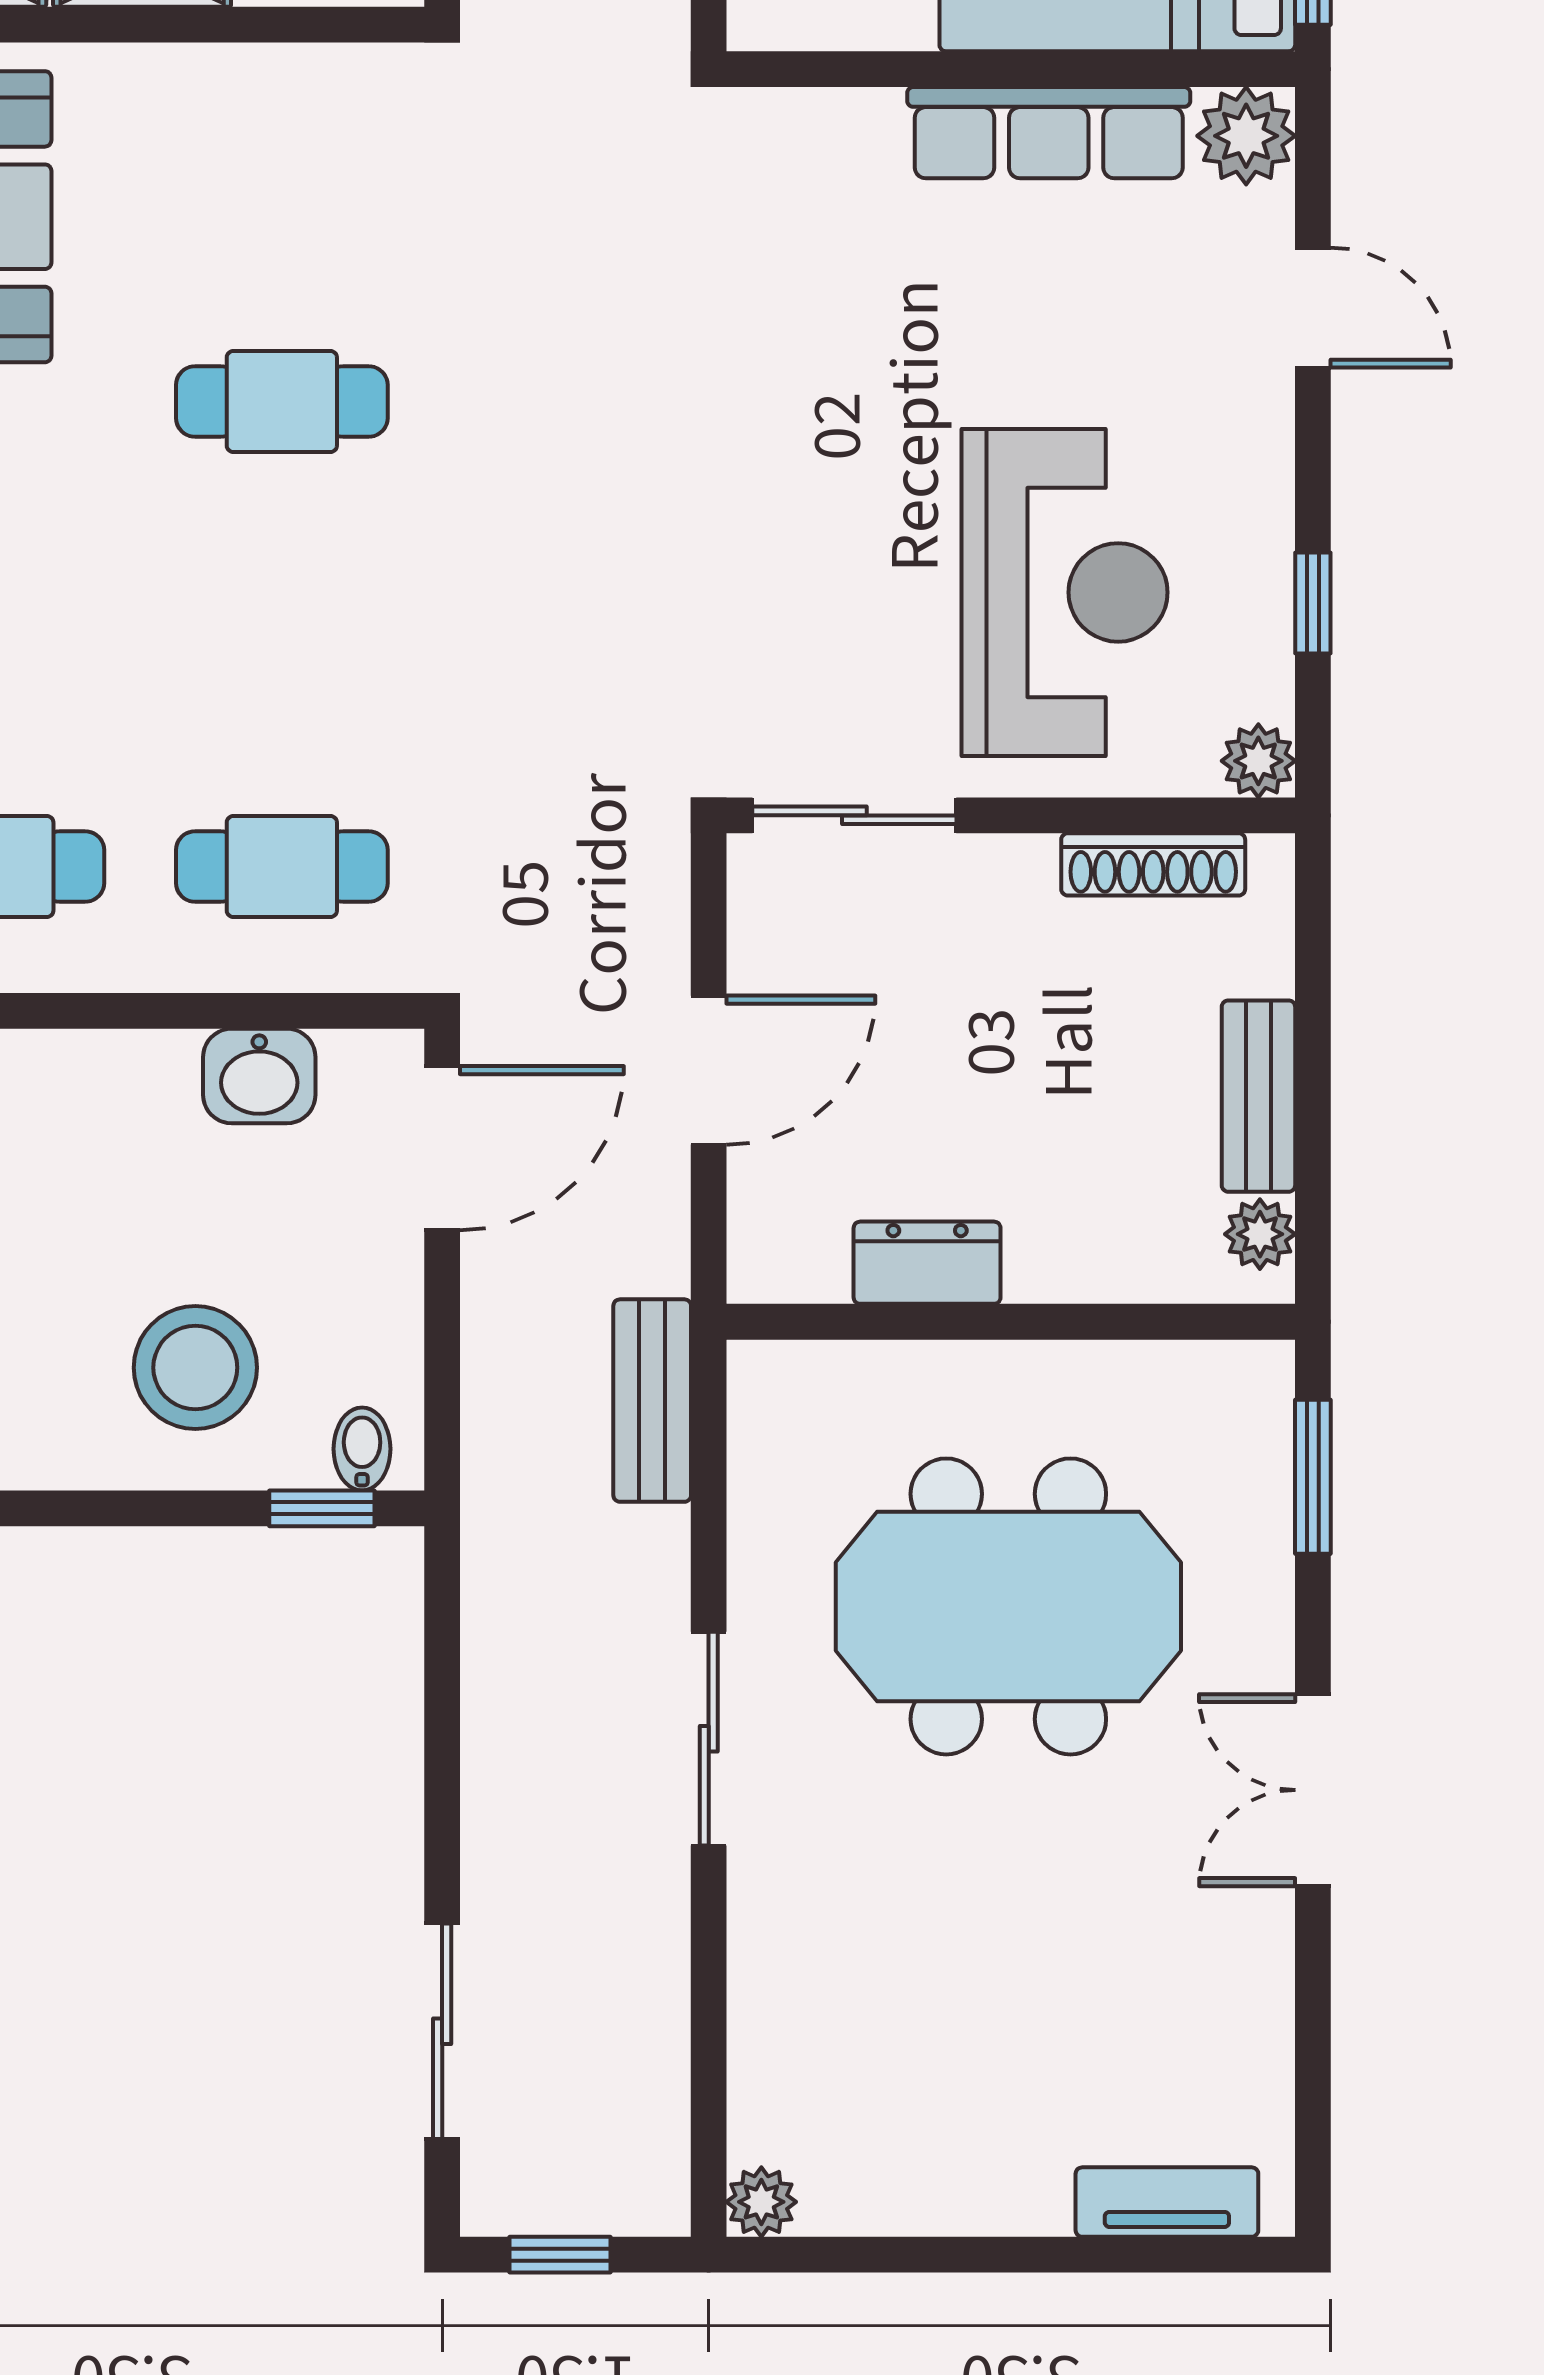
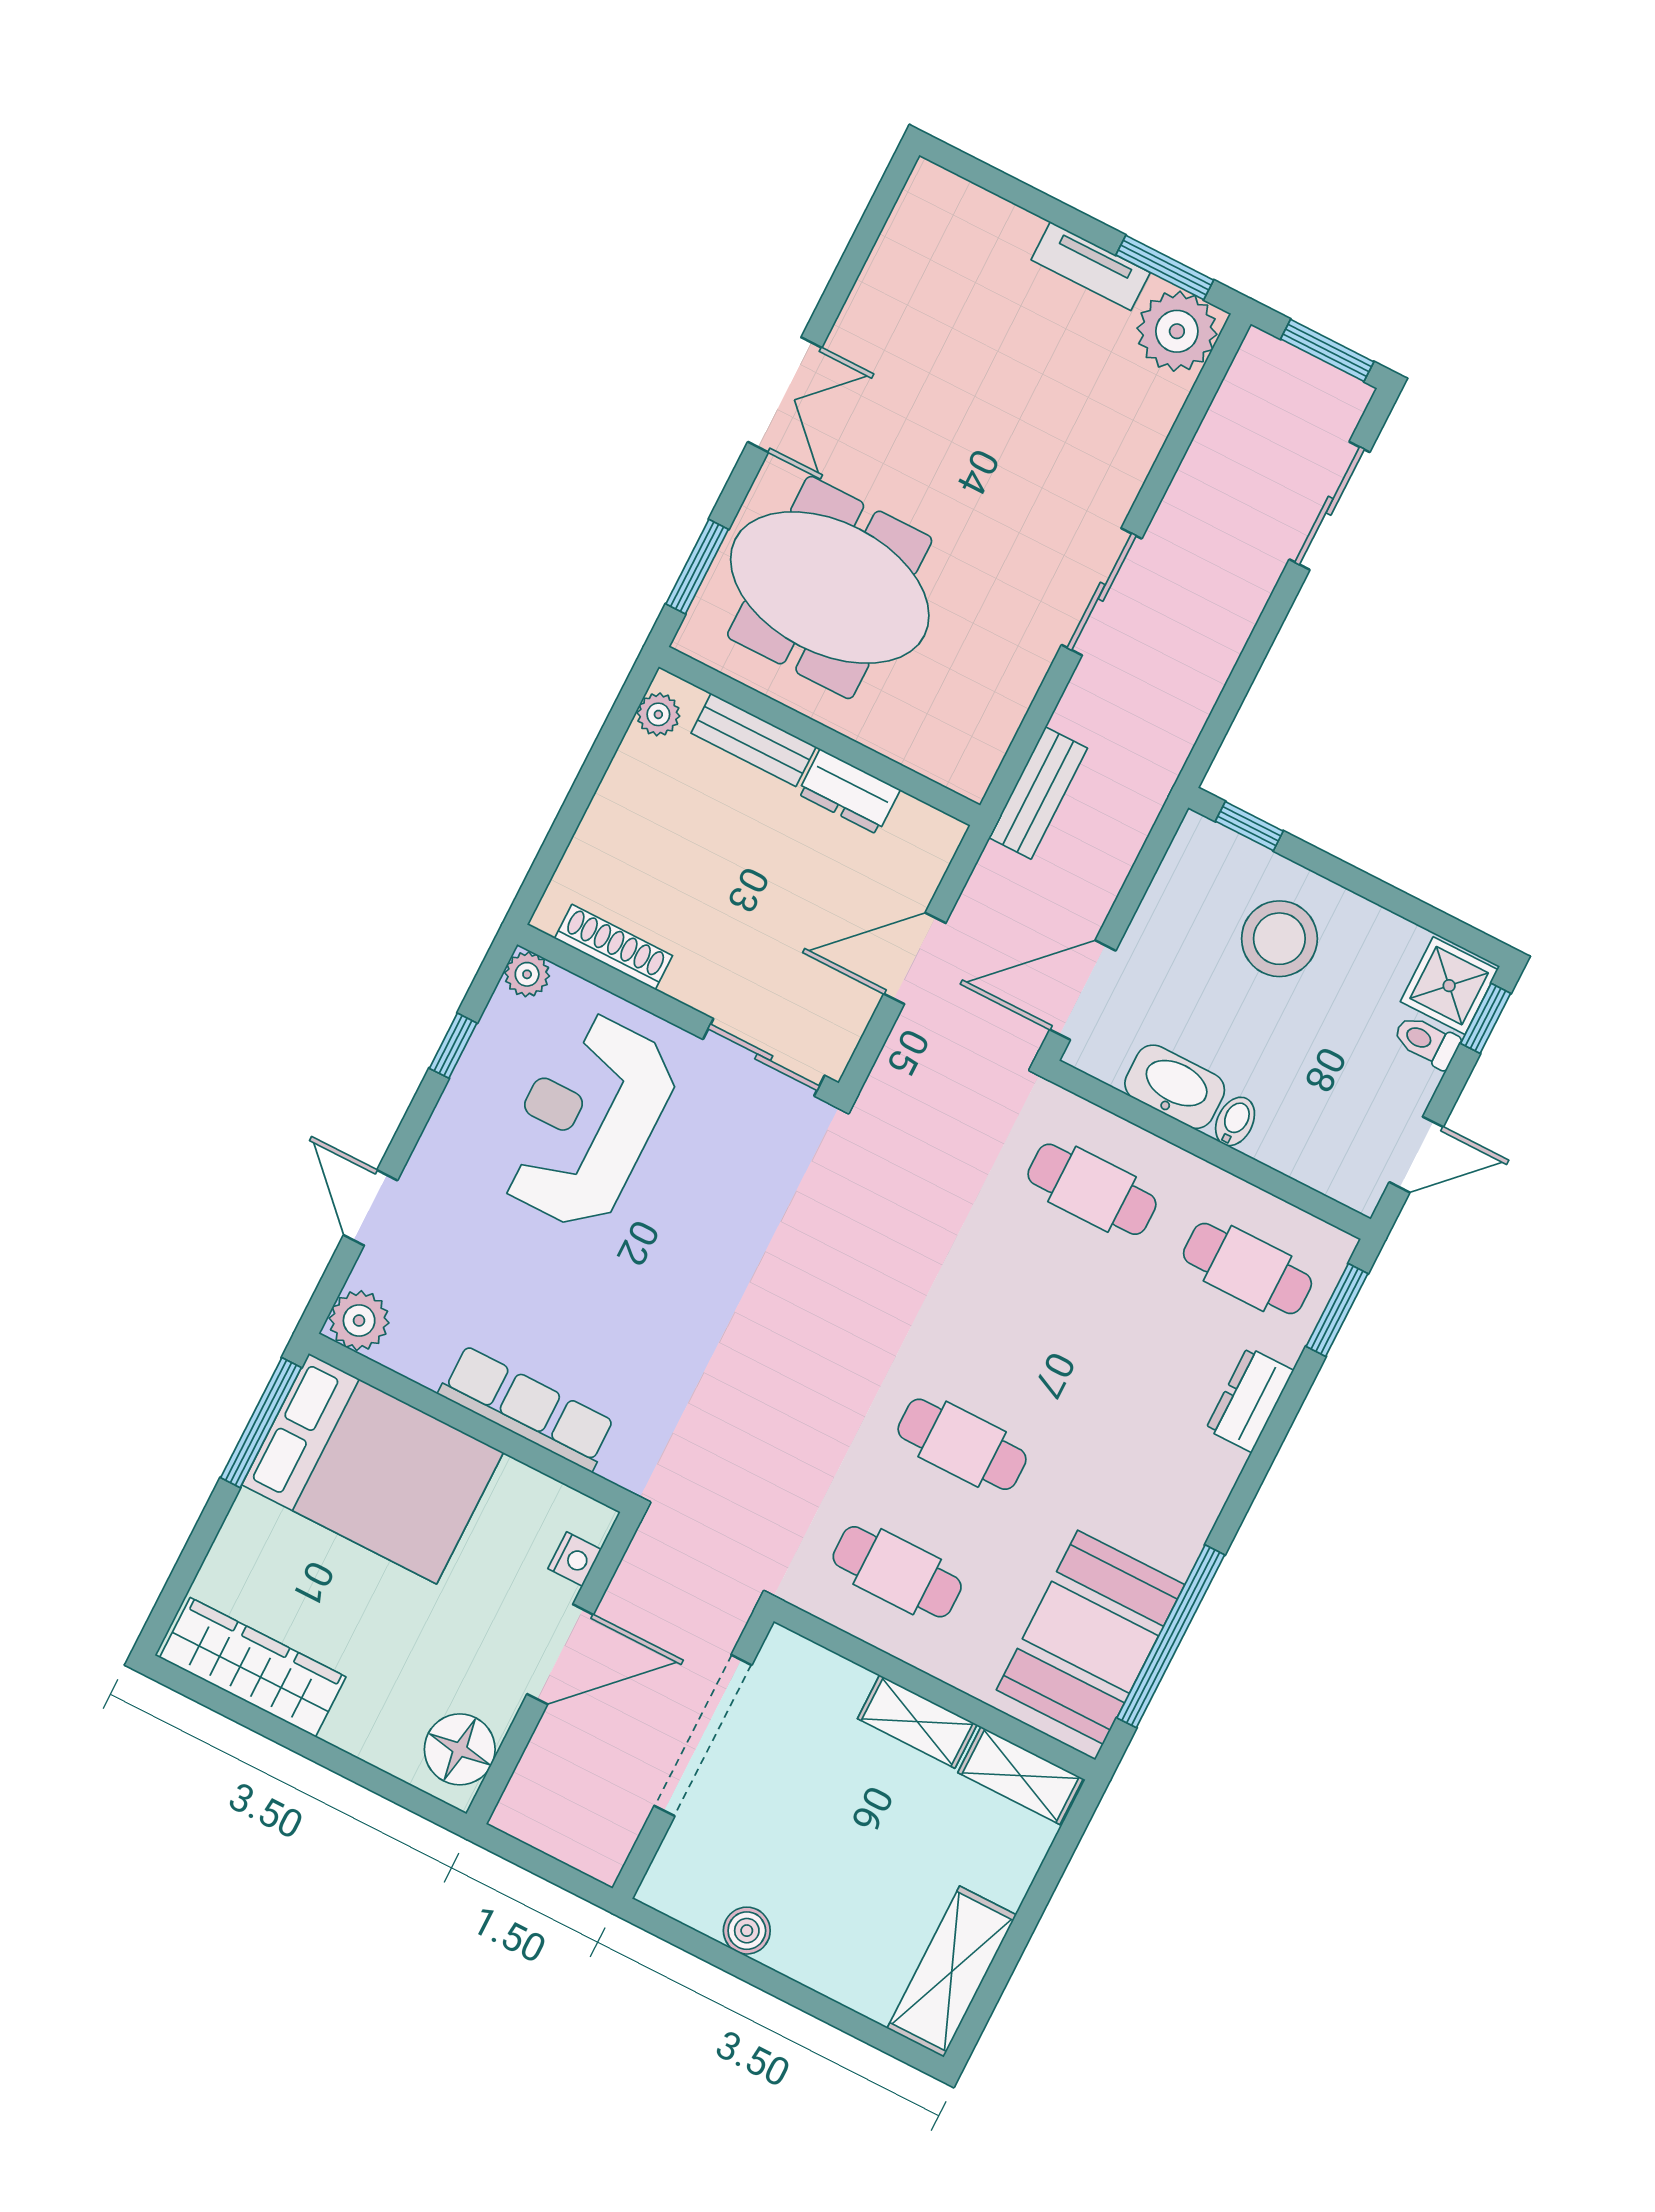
row of seats: (1049, 133) -> (527, 1408), moved
cafe table: (282, 169) -> (897, 1572), added
washbasin: (259, 1076) -> (1175, 1087), width x1.38
bench: (1258, 1096) -> (754, 740), moved, turned 90
bidet: (362, 1449) -> (1235, 1121), moved, turned 180
meeting table: (1008, 1606) -> (830, 588), moved
plant: (761, 2202) -> (1177, 331), width x1.87, depth x1.87
tv unit: (1167, 2202) -> (1091, 266), moved
window: (560, 2255) -> (1327, 350), width x1.50
window: (856, 2255) -> (1165, 268), added

